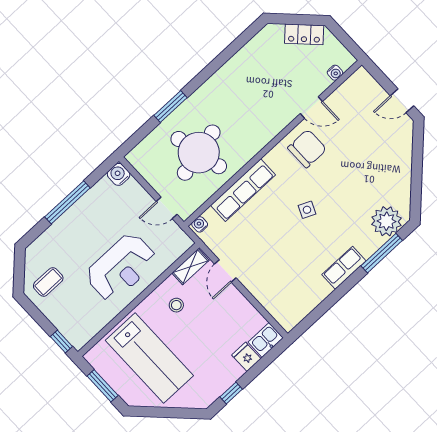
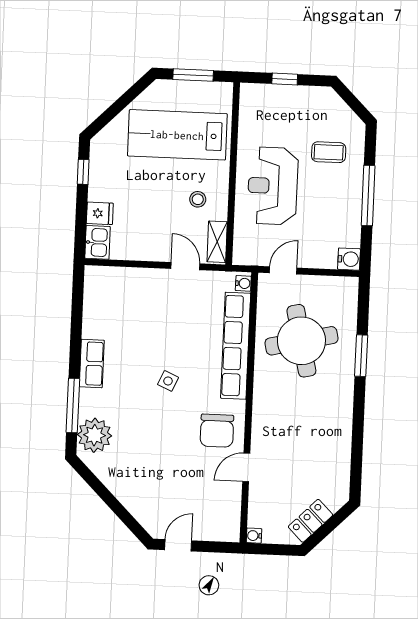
water cooler: (335, 73) -> (254, 536), moved
row of seats: (243, 190) -> (236, 346), width x1.36
coffee table: (48, 282) -> (329, 152), moved, turned 90
window: (61, 341) -> (285, 79), moved

